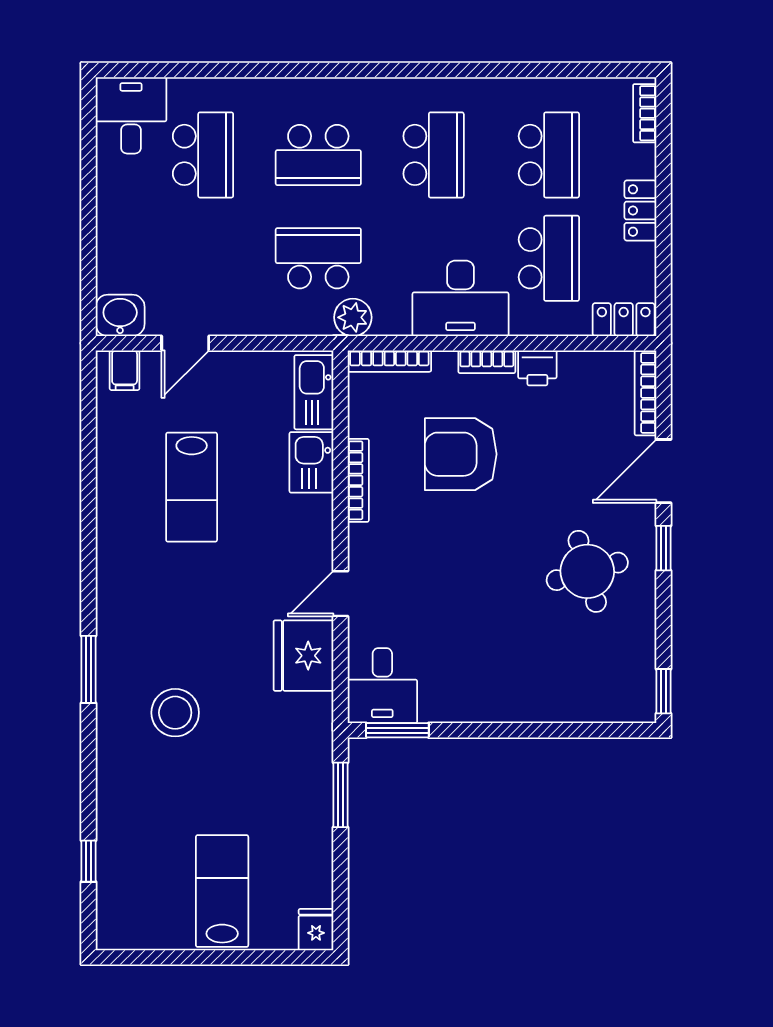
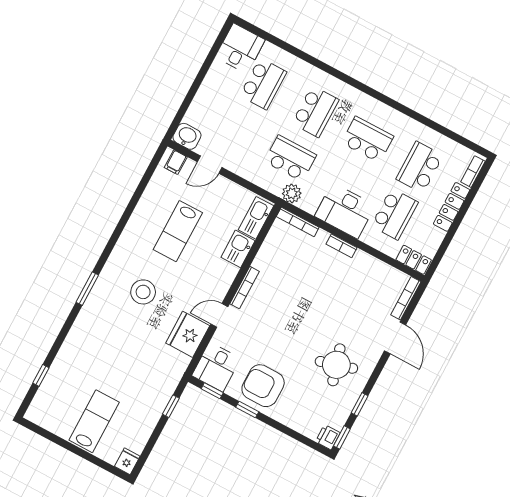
school desk: (318, 155) -> (315, 112), turned -90
school desk: (434, 155) -> (367, 139), turned -90
school desk: (549, 155) -> (420, 167), turned 180
locker: (640, 210) -> (452, 207), width x1.53
printer: (537, 368) -> (328, 437), moved, turned 90
armchair: (461, 454) -> (263, 386), moved
door: (663, 471) -> (395, 338), swing flipped
bookcase: (358, 480) -> (245, 288), moved
window: (663, 548) -> (360, 404), moved
stool: (175, 713) -> (143, 292), moved
window: (397, 730) -> (212, 391), width x0.67
window: (475, 730) -> (247, 409), added
window: (340, 795) -> (171, 406), width x0.67

